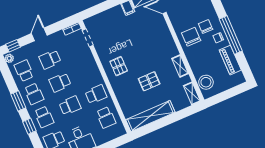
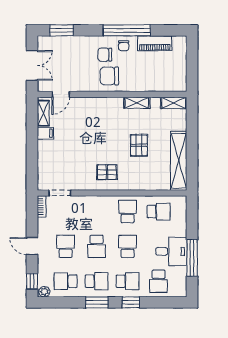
school desk: (50, 59) -> (66, 246), turned 180
stool: (206, 82) -> (168, 82), removed

